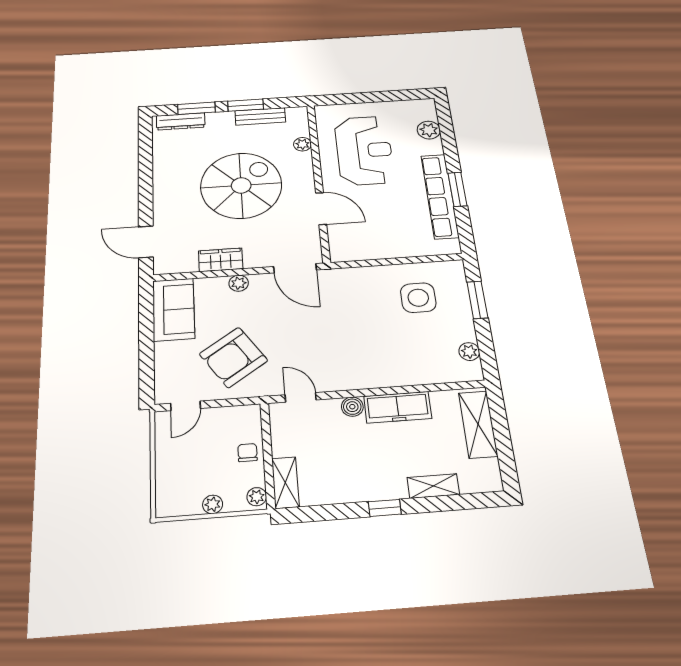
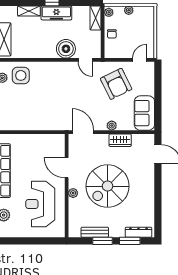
plant: (302, 144) -> (73, 193), moved
side table: (418, 298) -> (21, 75), moved
armchair: (233, 357) -> (116, 84), turned 98
boiler: (352, 407) -> (66, 49), width x1.86, depth x1.86
freezer: (398, 407) -> (56, 13), moved, turned 180

